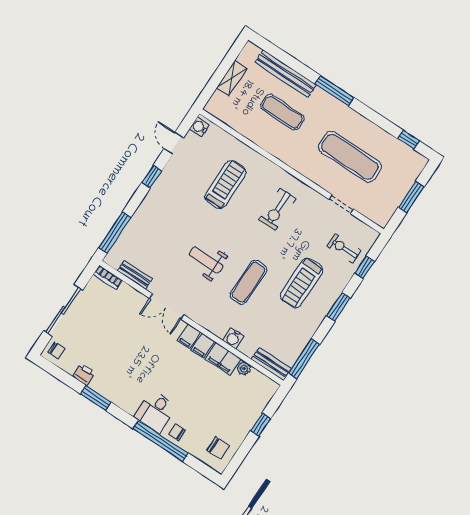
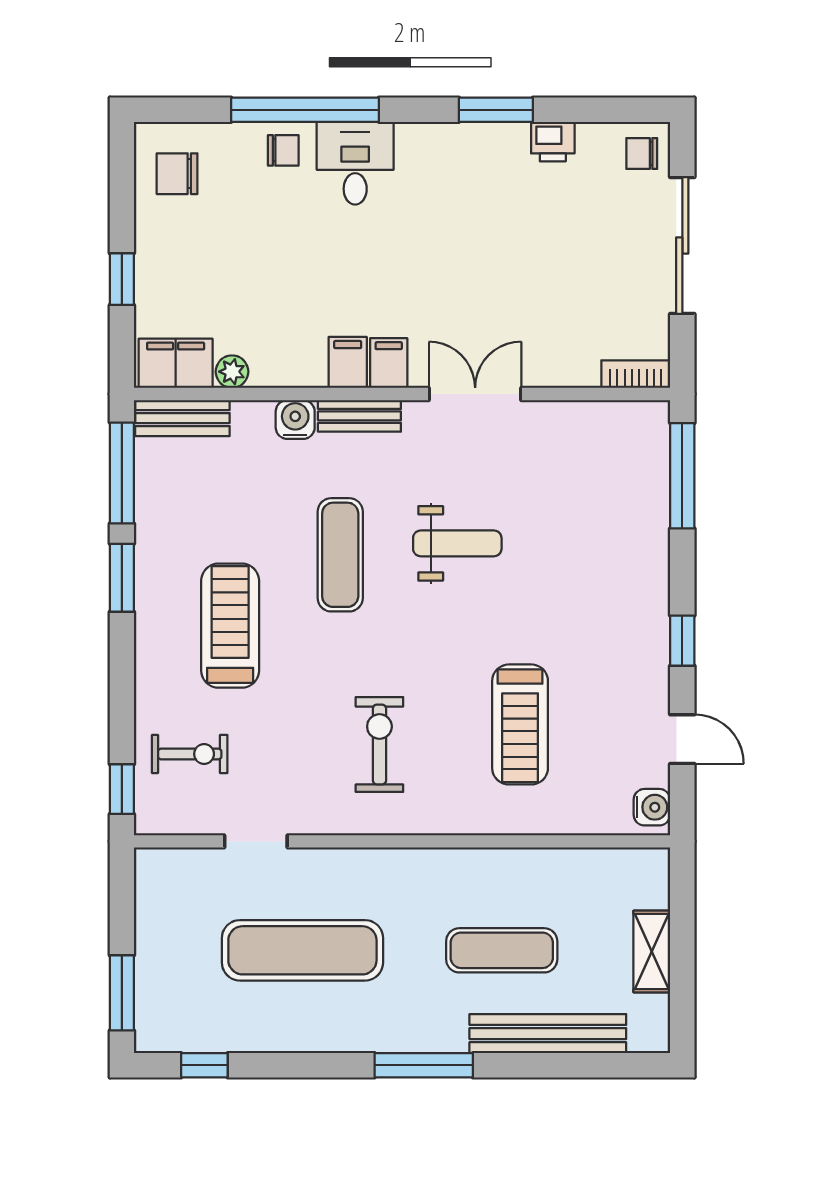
window: (411, 197) -> (122, 993), moved
window: (365, 267) -> (122, 789), moved
bench: (135, 275) -> (359, 416), moved
window: (338, 307) -> (122, 578), moved
filing cabinet: (223, 359) -> (176, 363), moved

